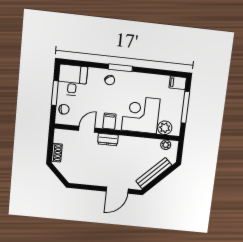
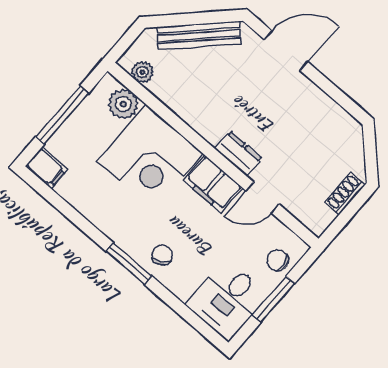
filing cabinet: (109, 121) -> (213, 184), width x2.00

